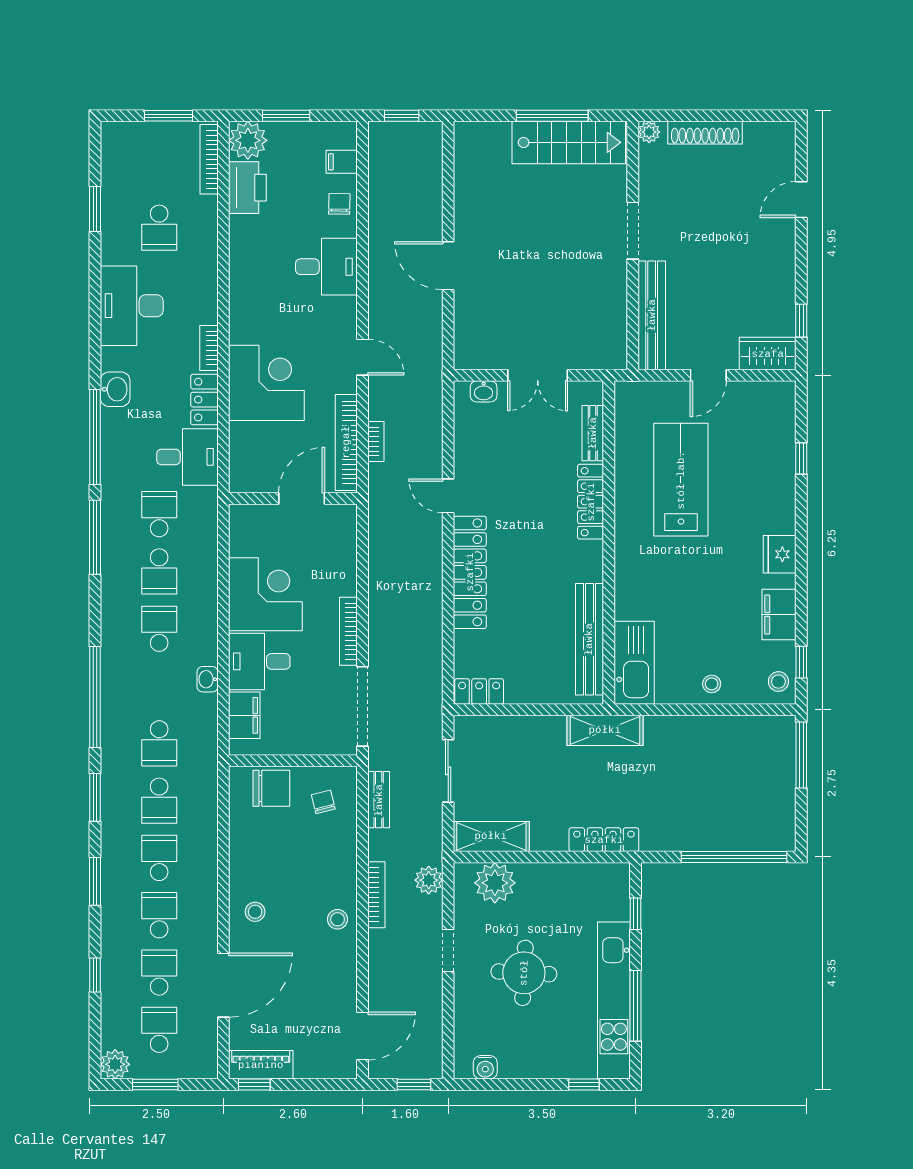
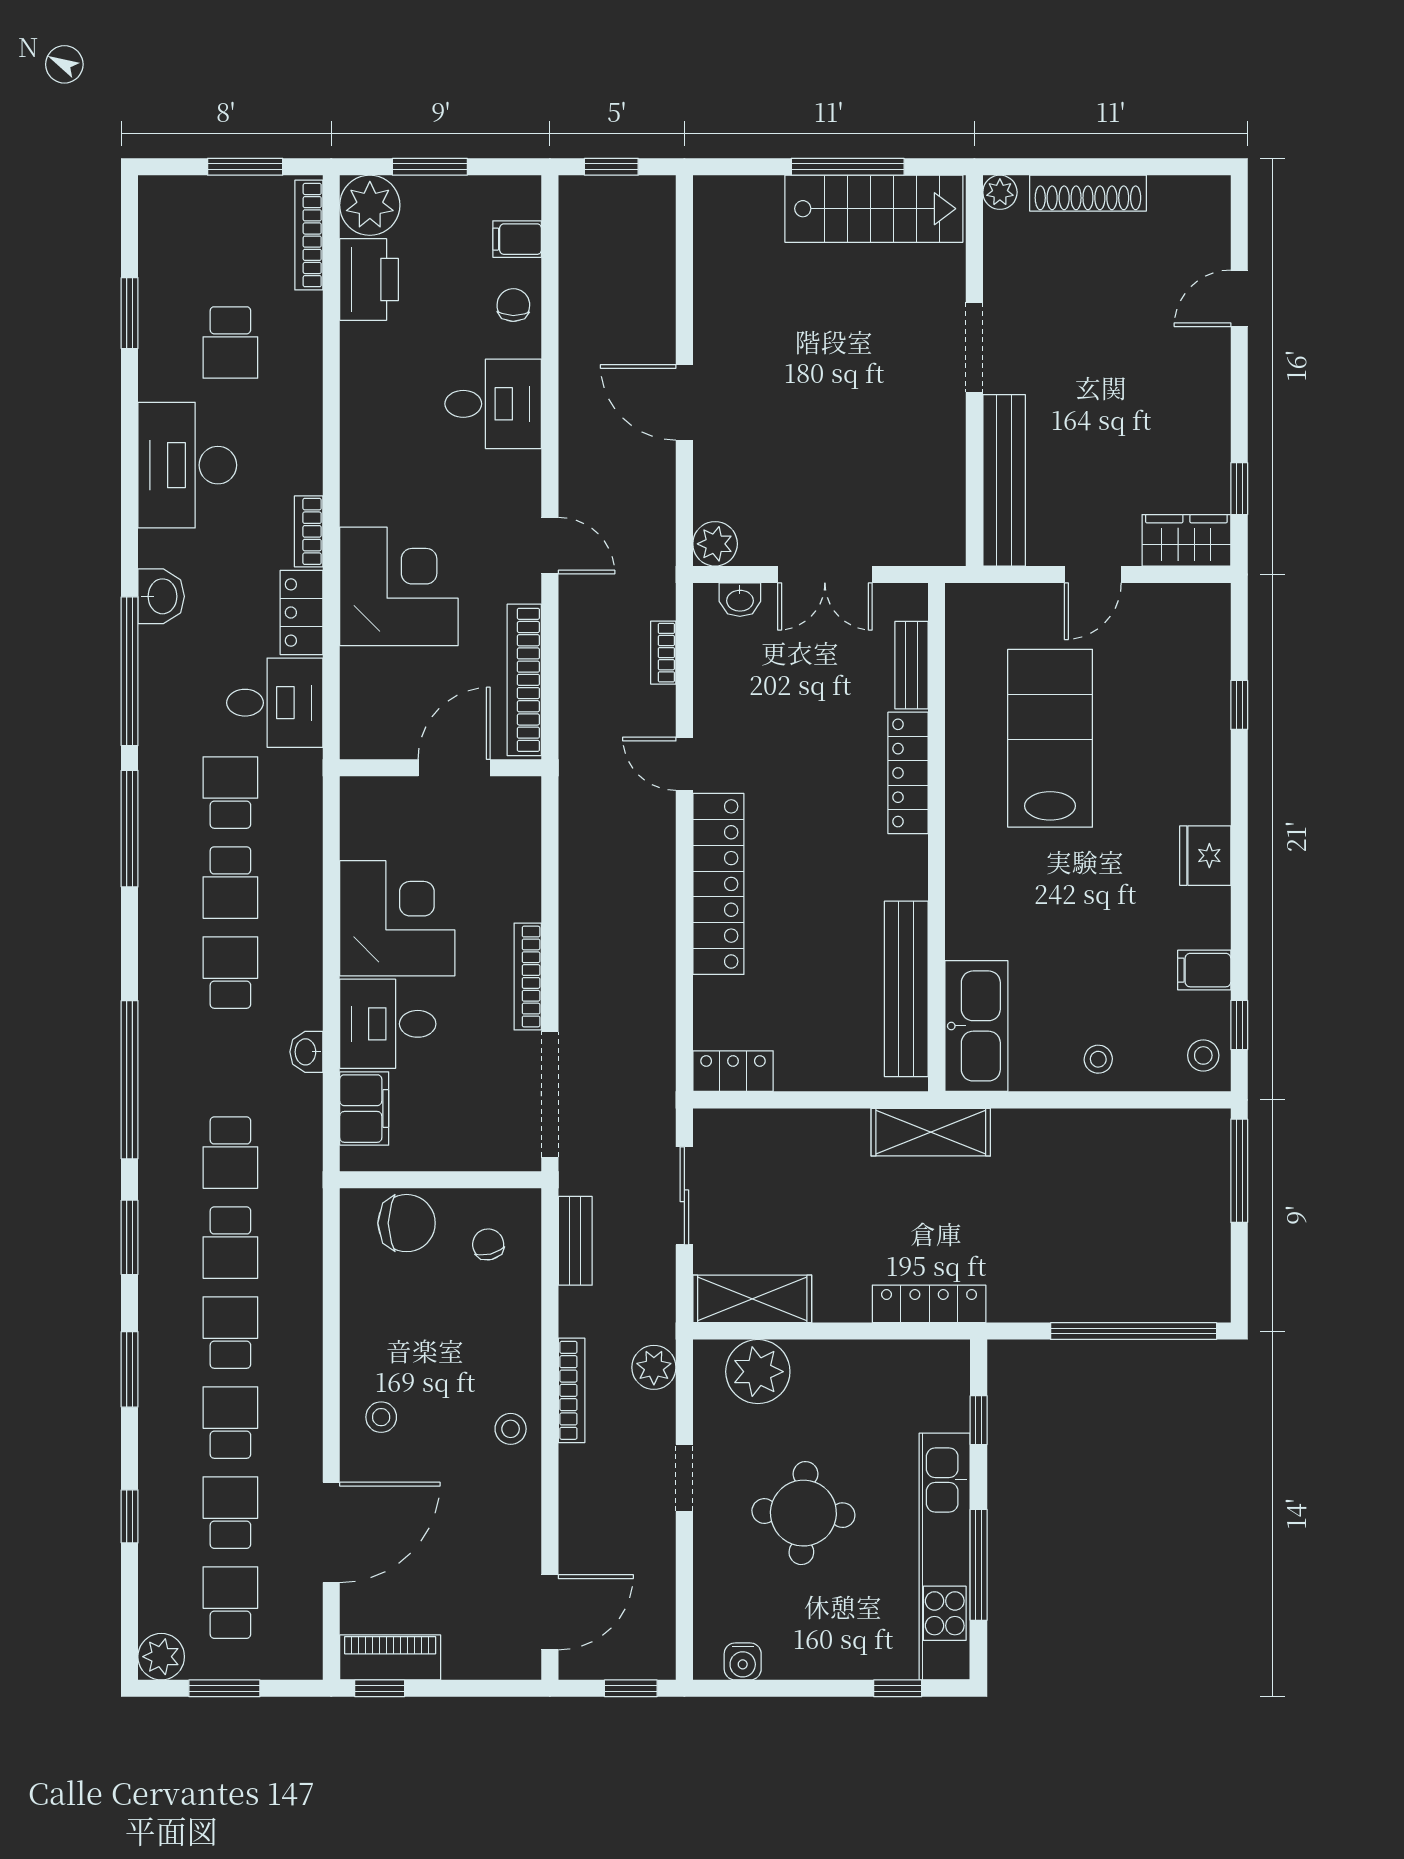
plant: (468, 356) -> (715, 544), added
bookcase: (376, 442) -> (663, 653), moved, turned 180
filing cabinet: (779, 615) -> (1204, 970), width x0.50

